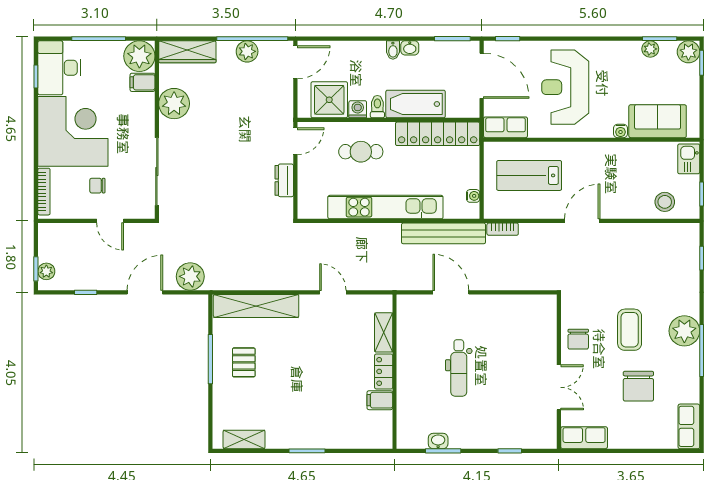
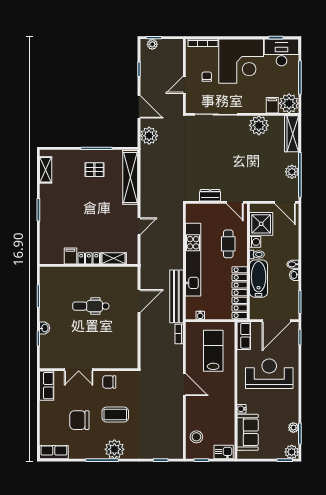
washbasin: (438, 441) -> (45, 328), moved

